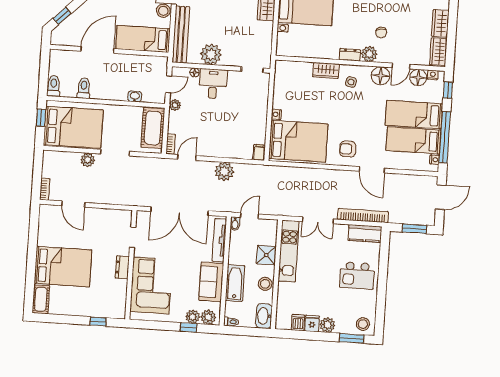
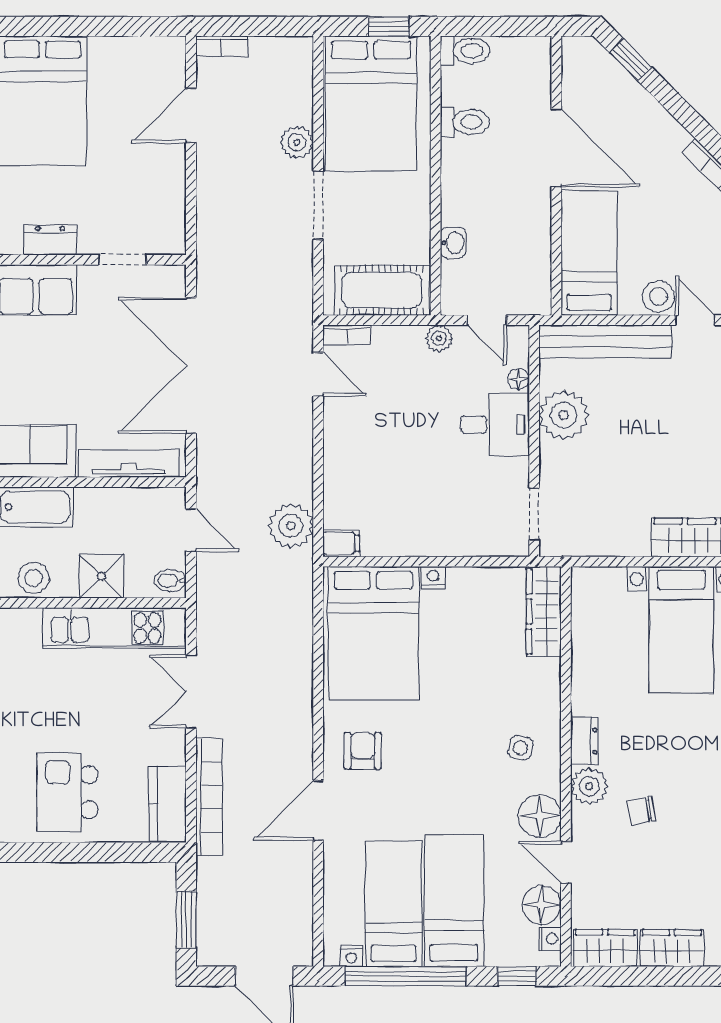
wardrobe: (326, 70) -> (544, 611), moved, width x1.50
plant: (224, 171) -> (291, 526), moved
bidet: (235, 224) -> (170, 581), moved

